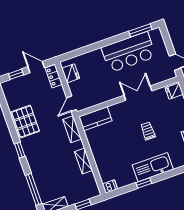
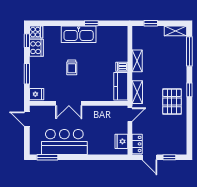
kitchen counter: (95, 119) -> (121, 86), moved, turned -90
pallet: (25, 121) -> (172, 102), moved
dishwasher: (110, 186) -> (122, 67), moved

